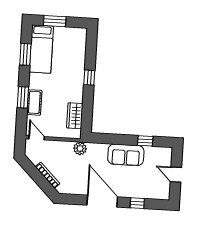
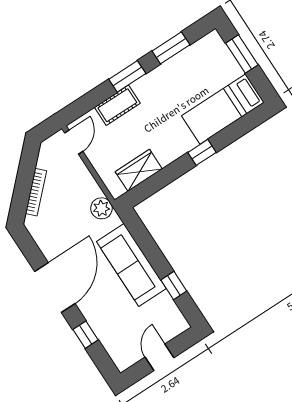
bed: (41, 49) -> (223, 109), moved
window: (23, 97) -> (127, 76), moved
sofa: (126, 155) -> (131, 265), width x1.36

